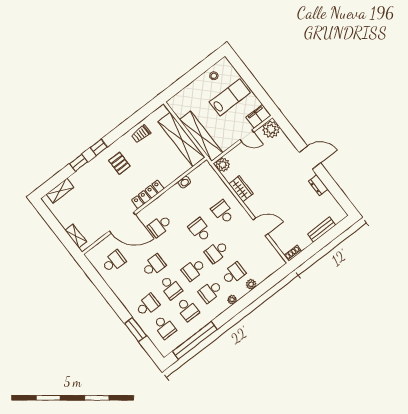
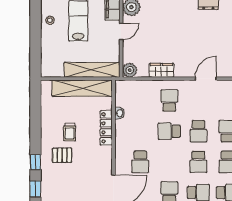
trolley: (141, 134) -> (70, 132), moved
locker: (148, 194) -> (106, 128), moved
school desk: (223, 212) -> (169, 100), turned 90

